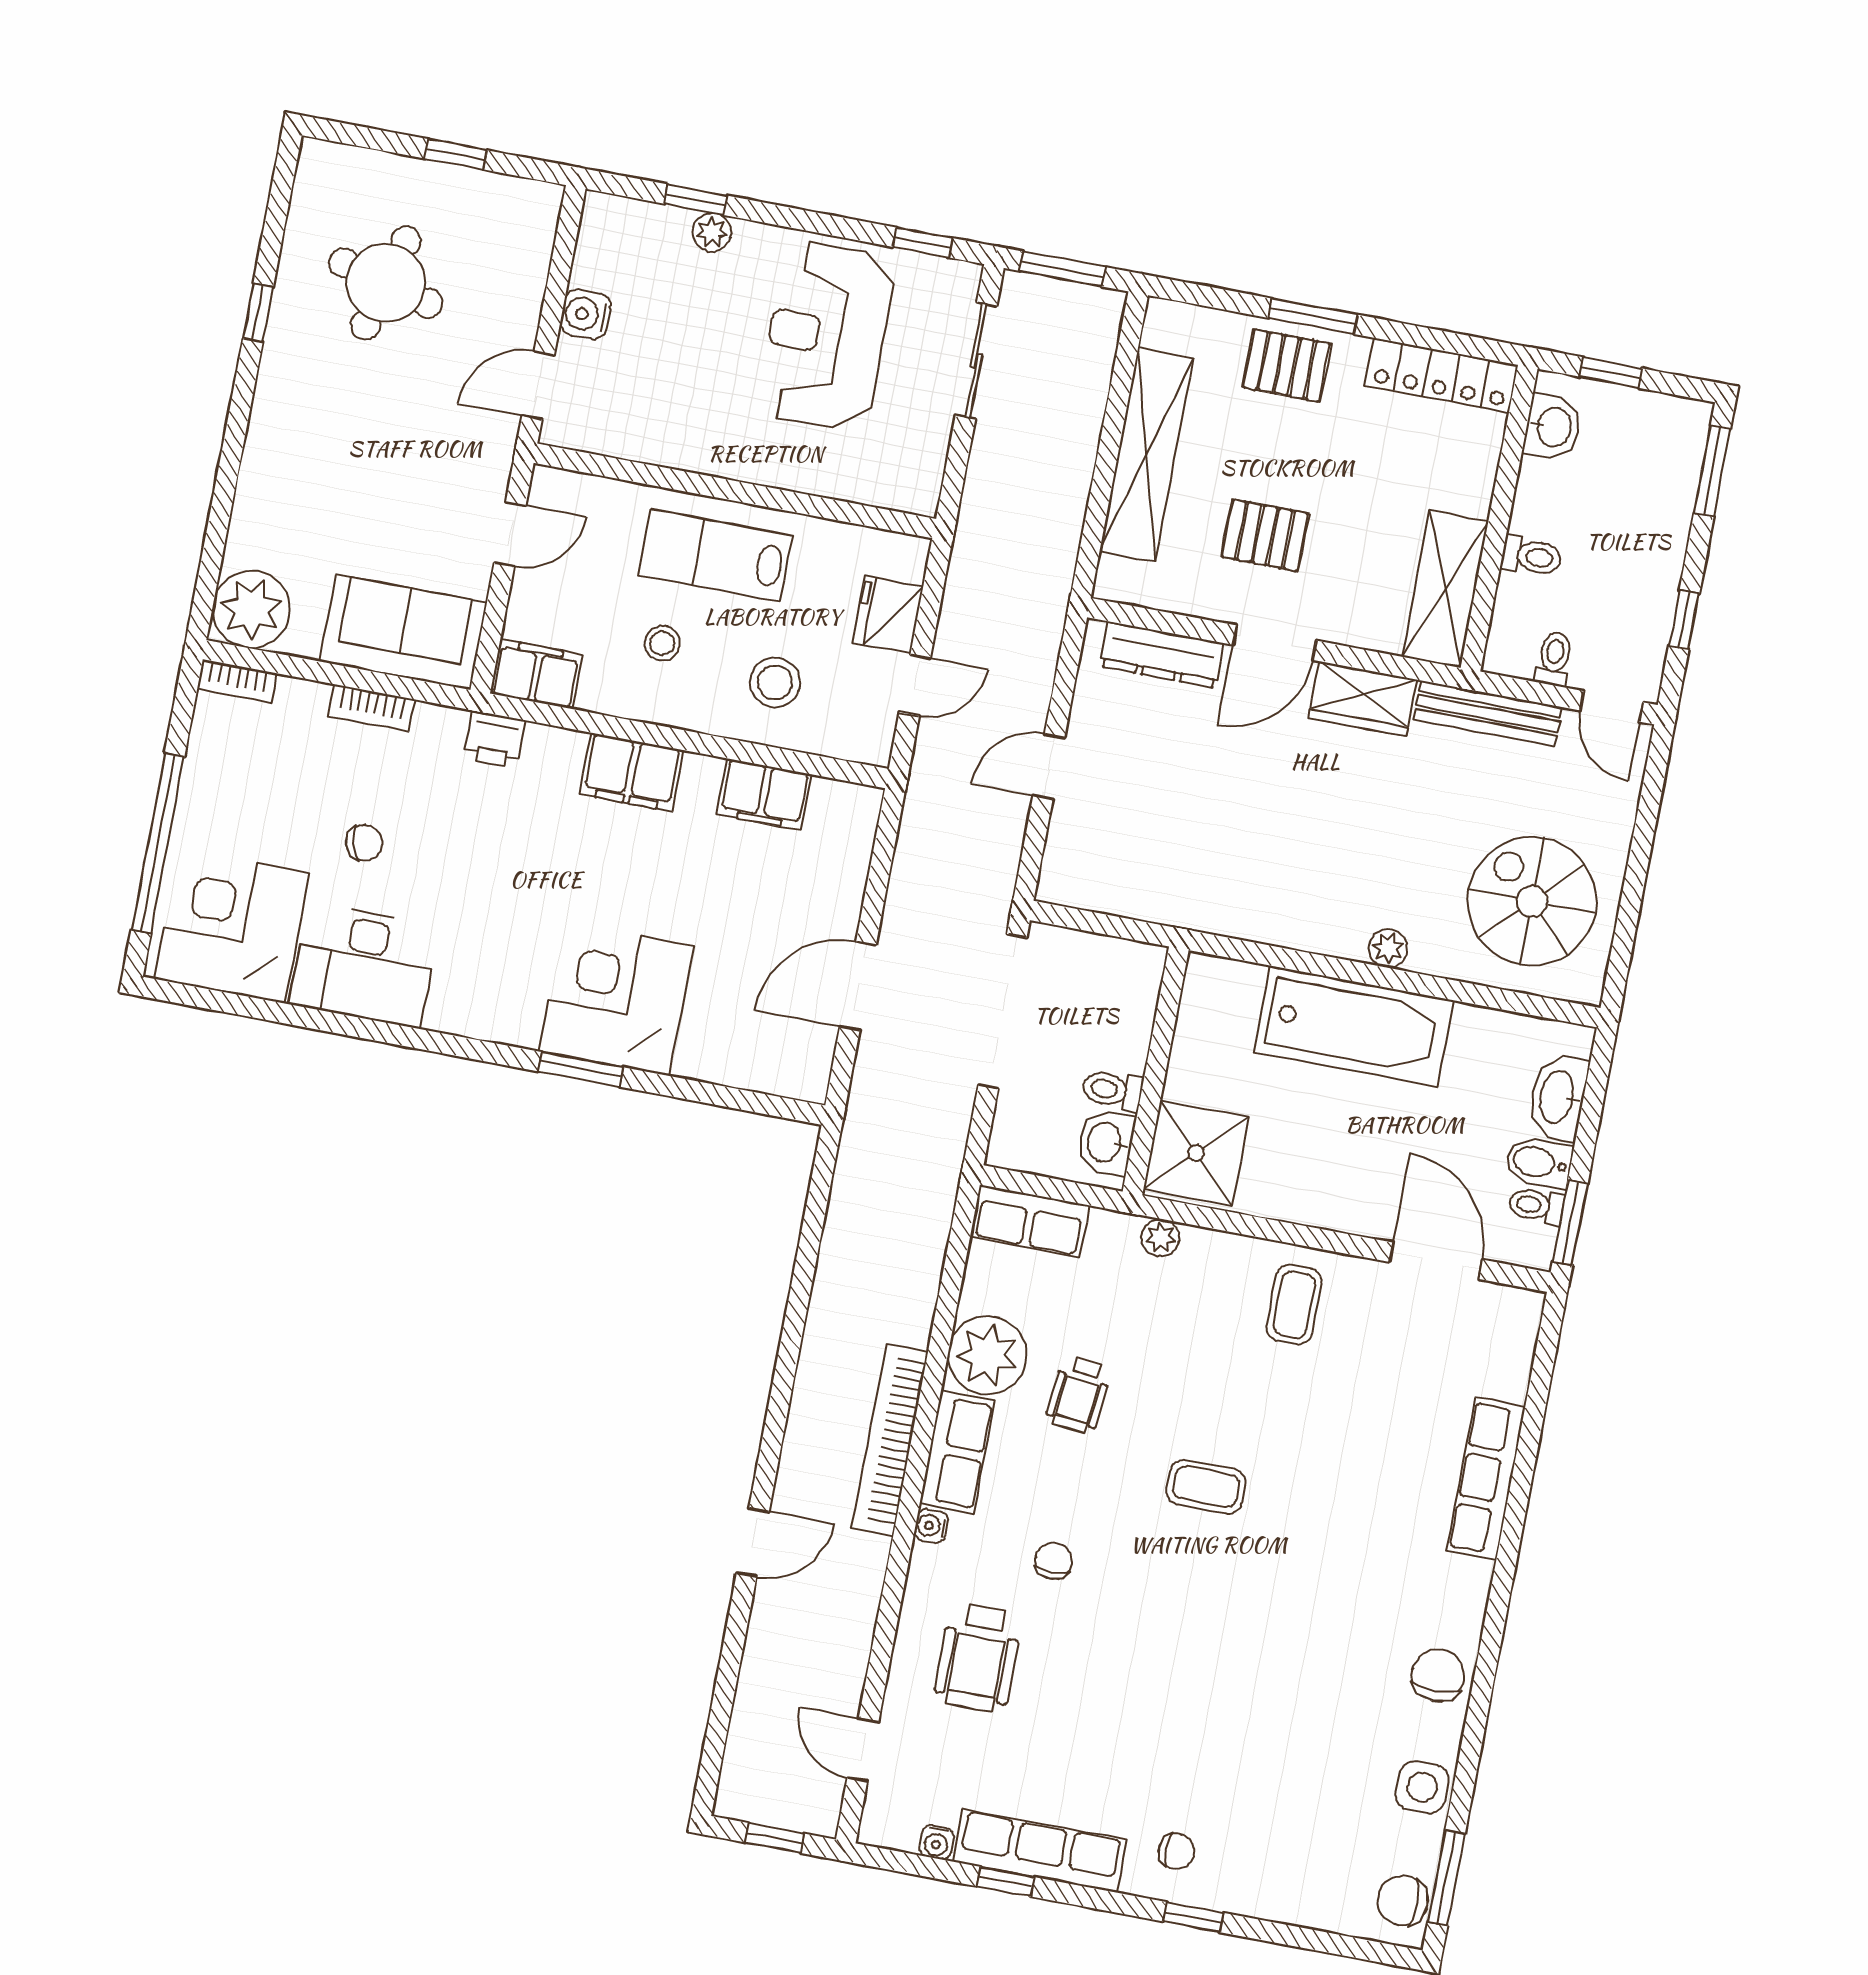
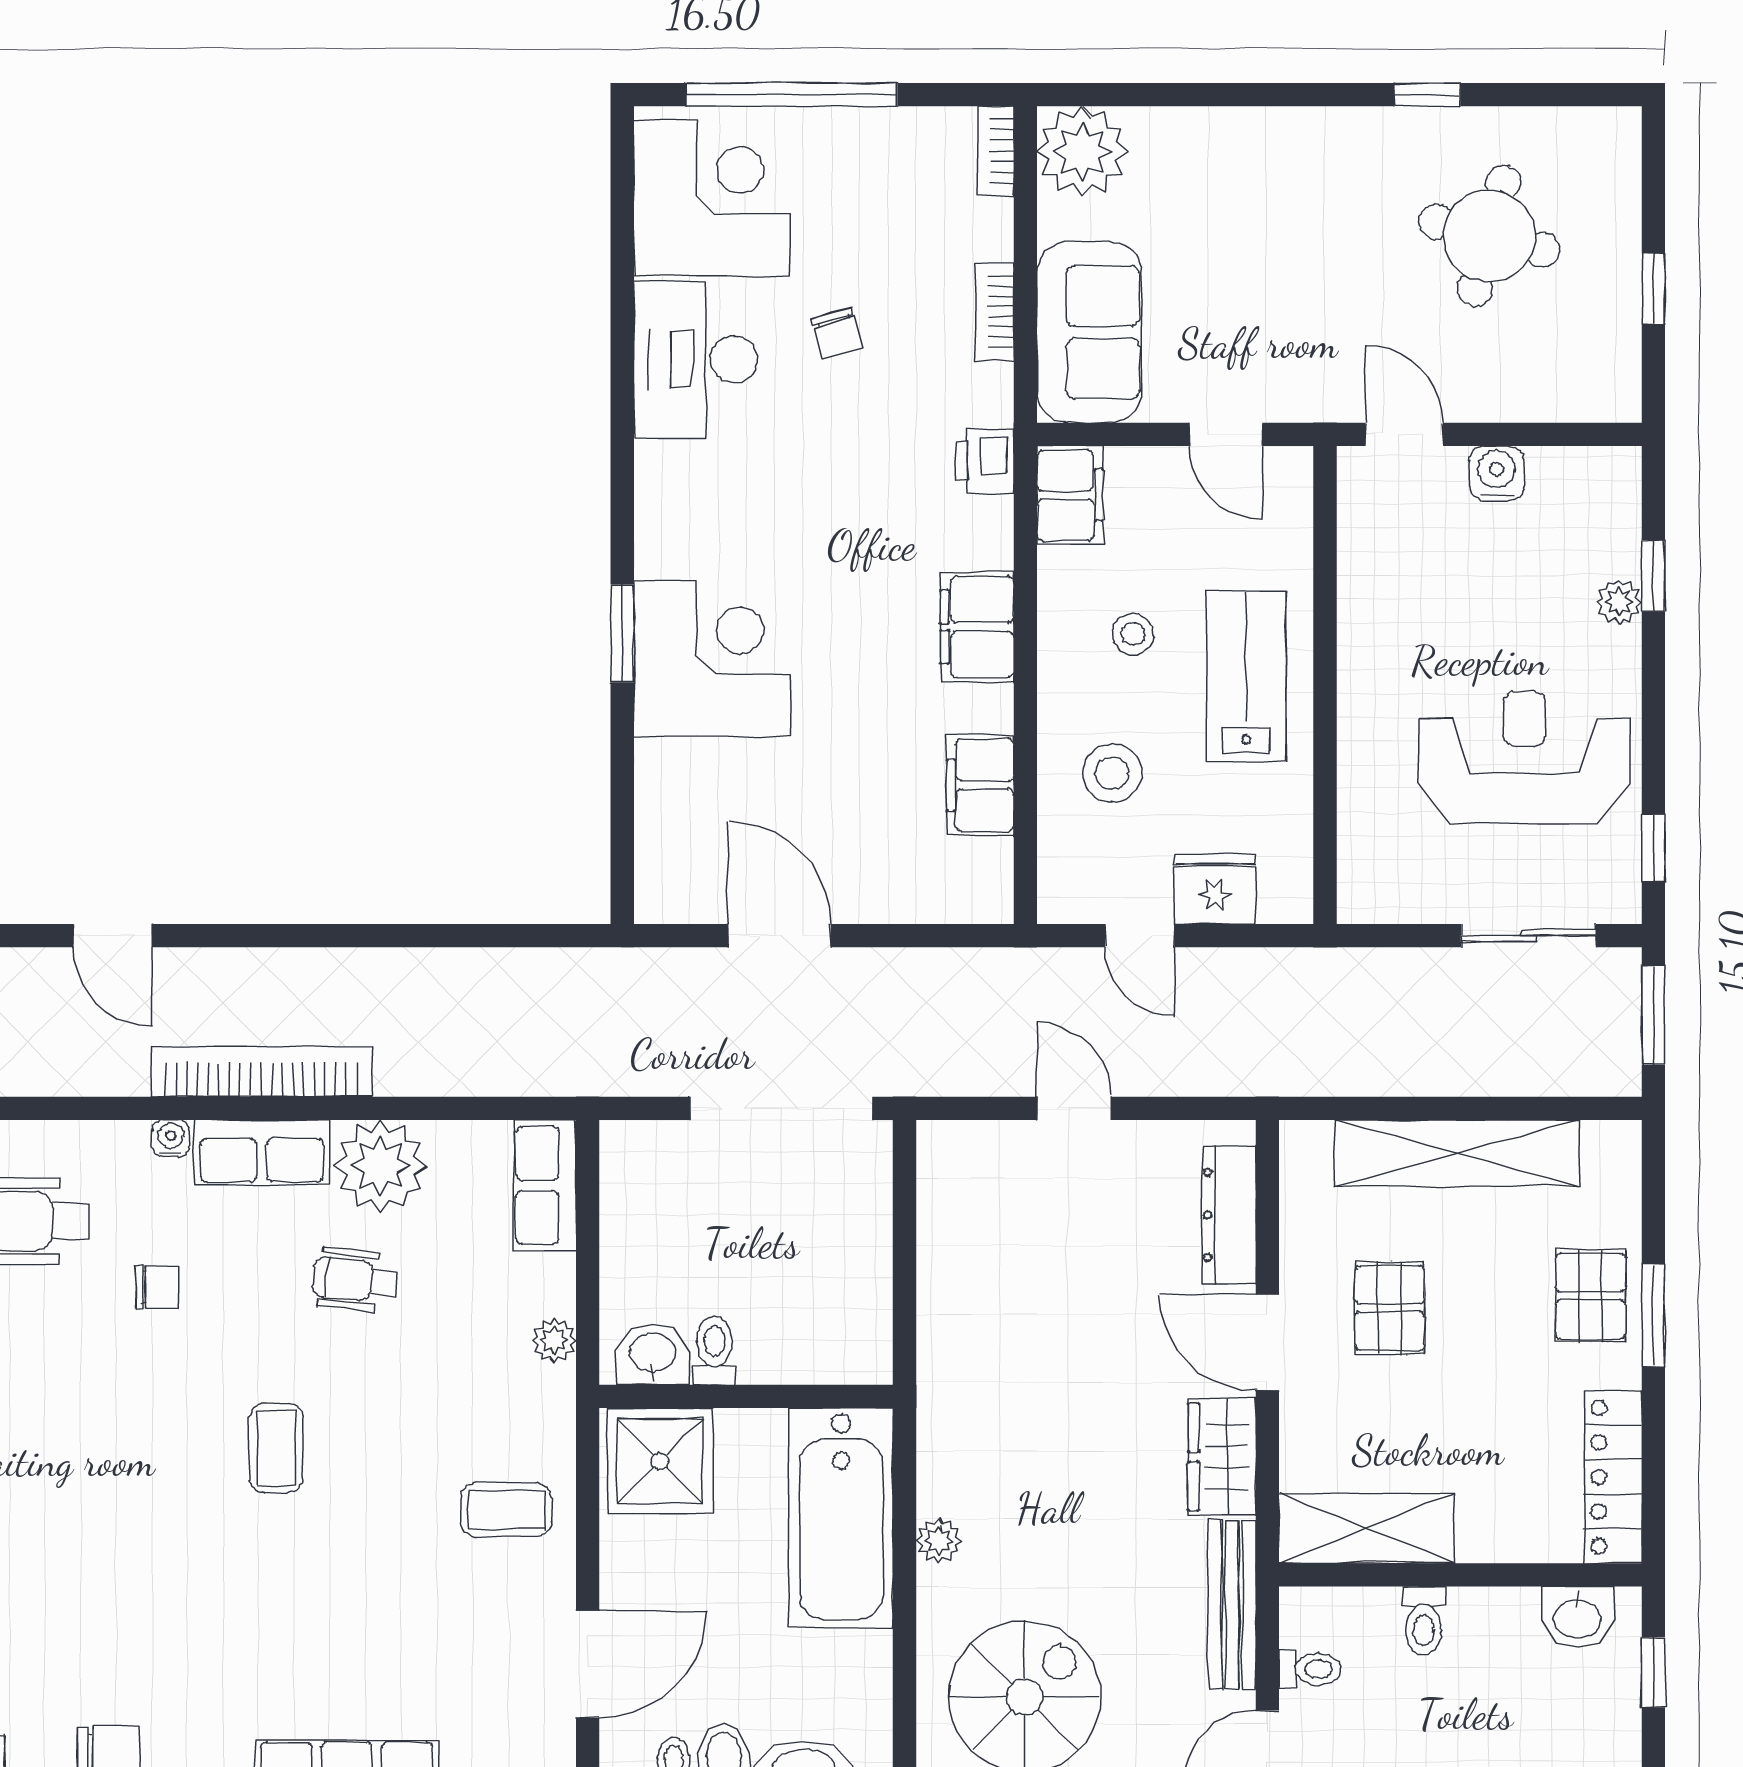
wall: (1156, 1071) -> (746, 1396), moved
toilet: (1112, 1090) -> (714, 1350), moved
washbasin: (1106, 1142) -> (652, 1354), moved
shower: (1196, 1153) -> (660, 1461), moved

